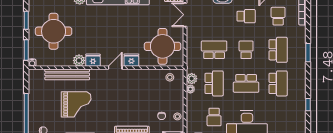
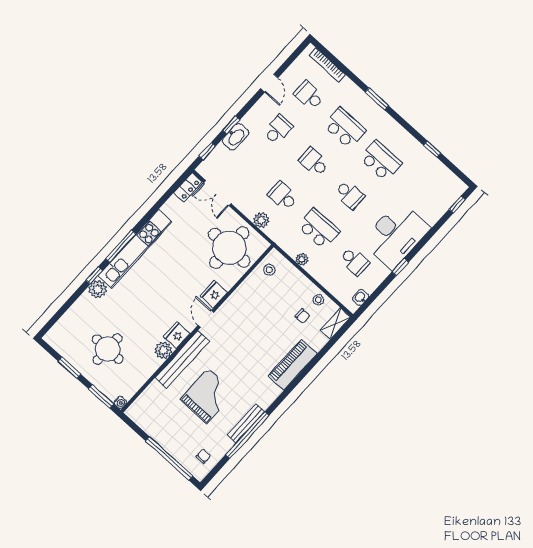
round table: (54, 31) -> (108, 349), width x0.73, depth x0.73
school desk: (214, 50) -> (283, 196), width x0.54
bench: (67, 74) -> (182, 359), moved
plant: (192, 79) -> (261, 220), moved
school desk: (246, 83) -> (350, 195), width x0.54

